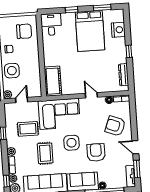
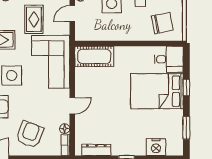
chair: (24, 31) -> (162, 23), turned -101
bed: (90, 31) -> (157, 91), moved
door: (22, 100) -> (72, 14), swing flipped

